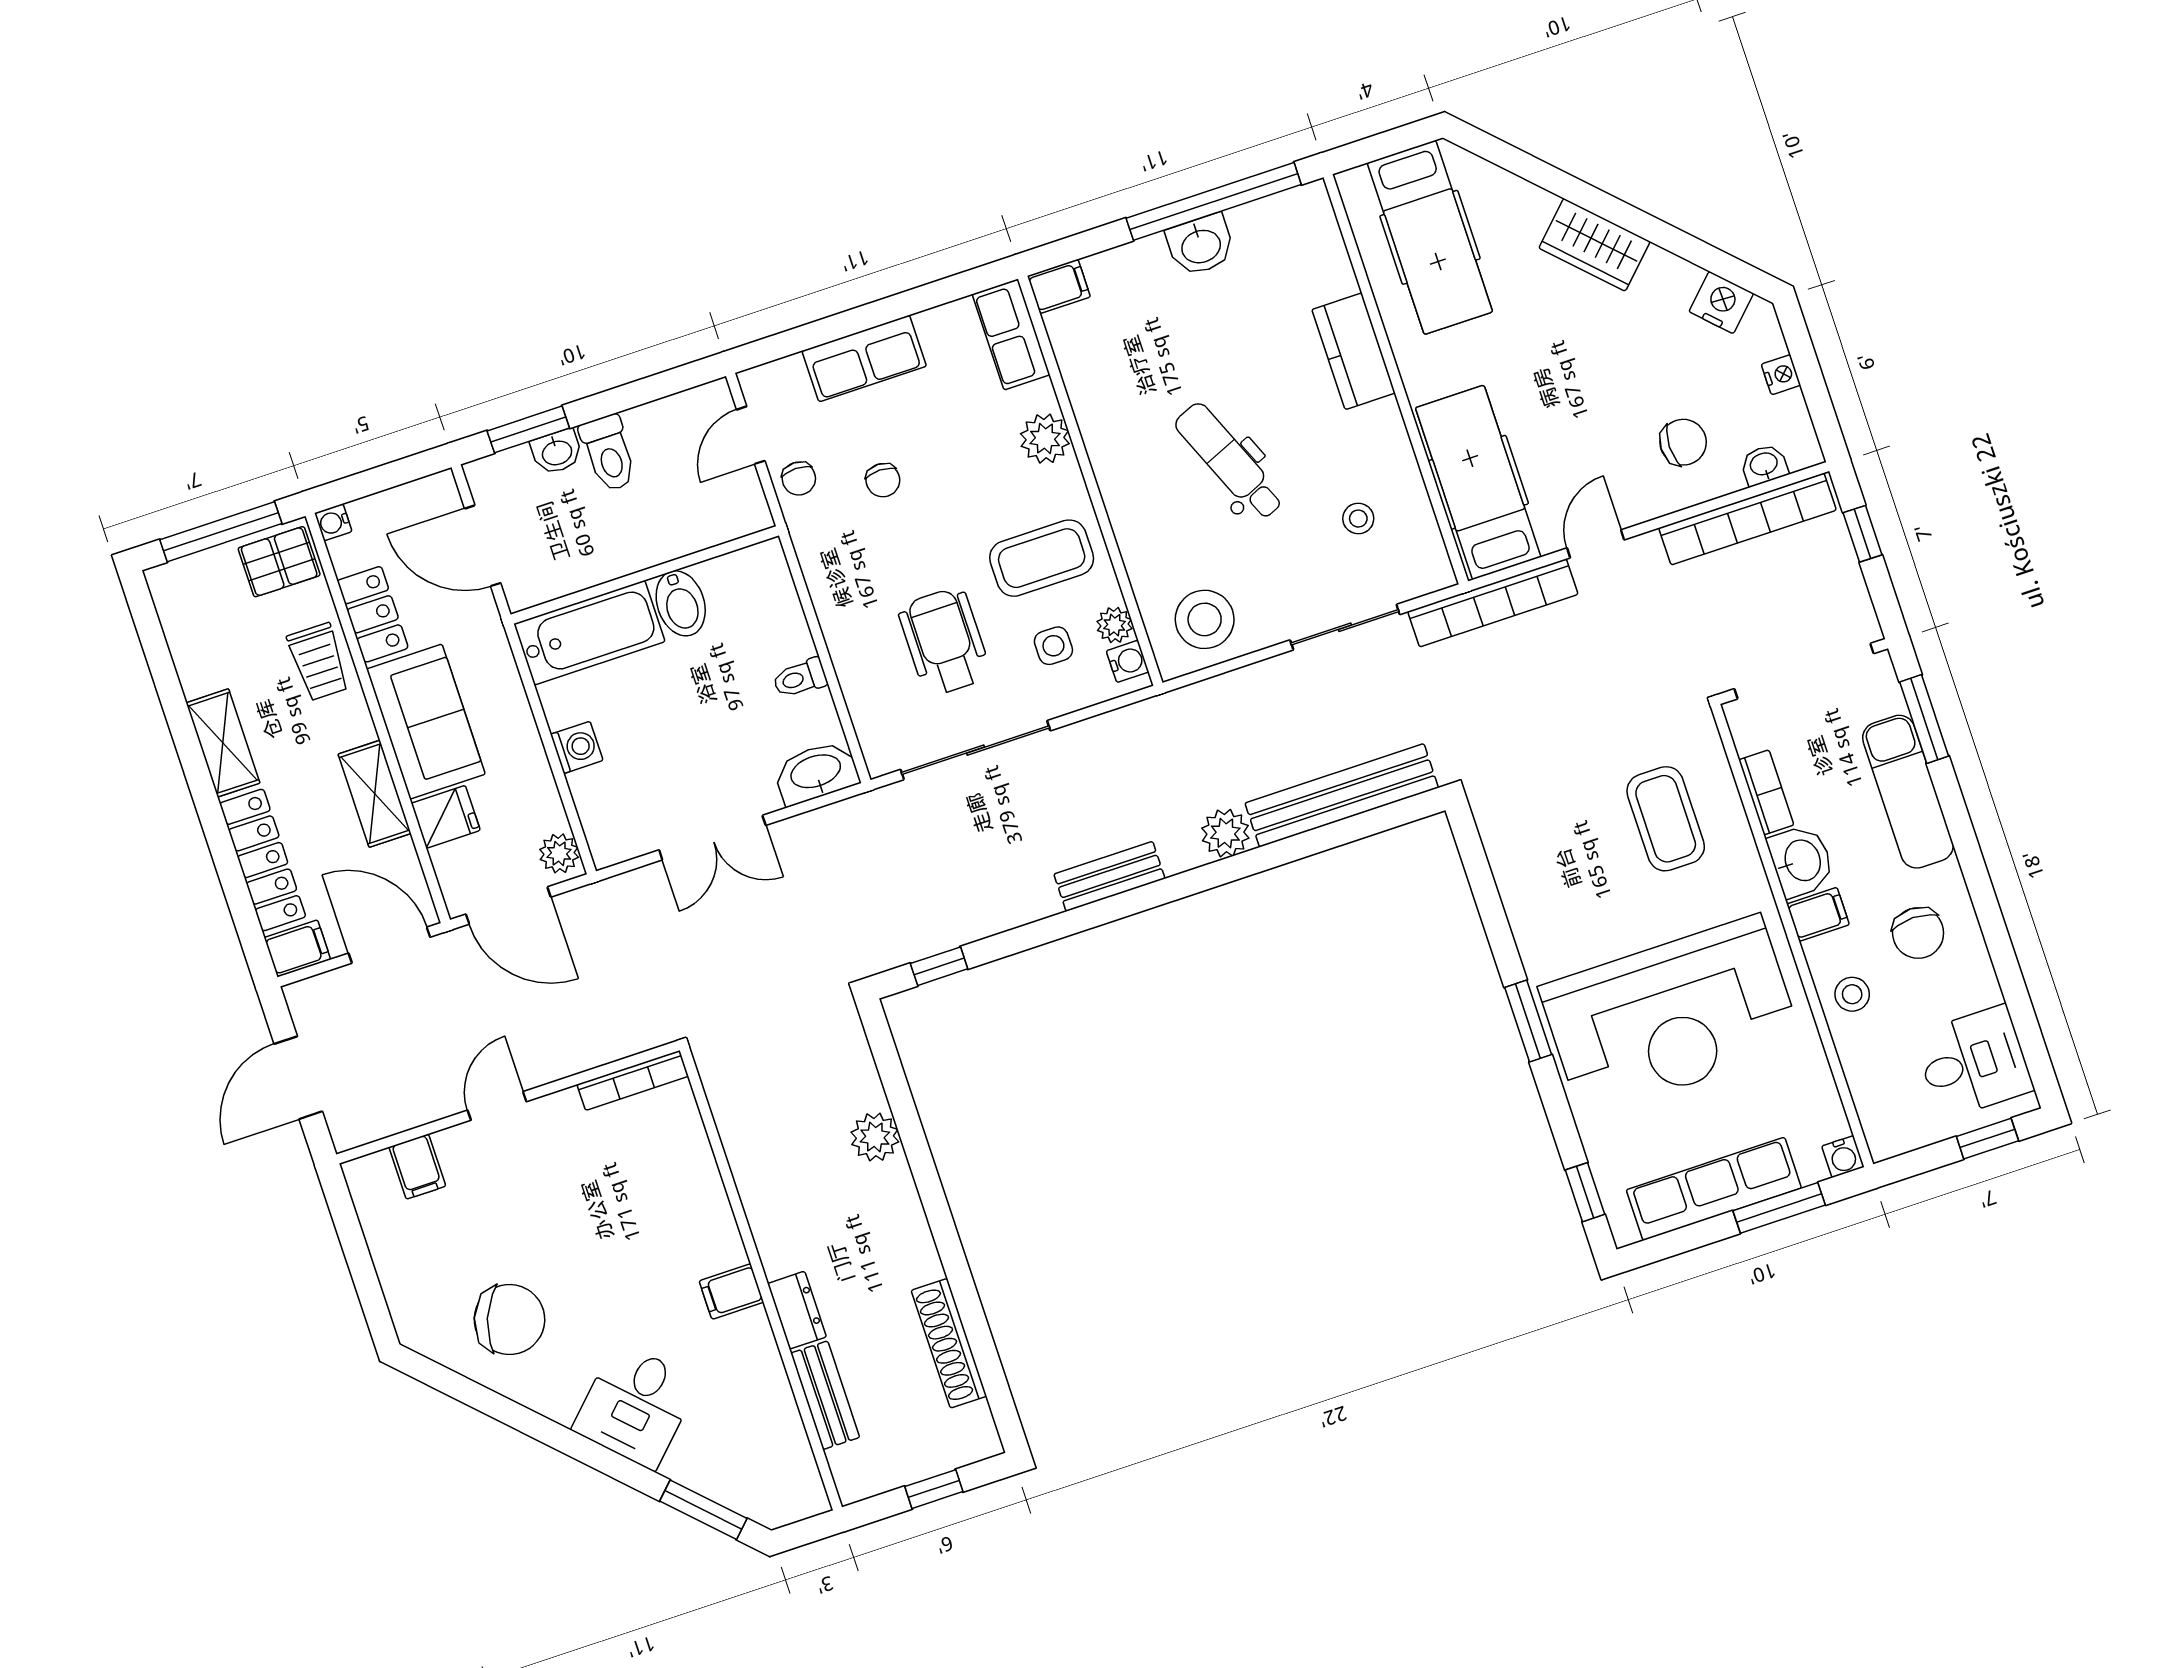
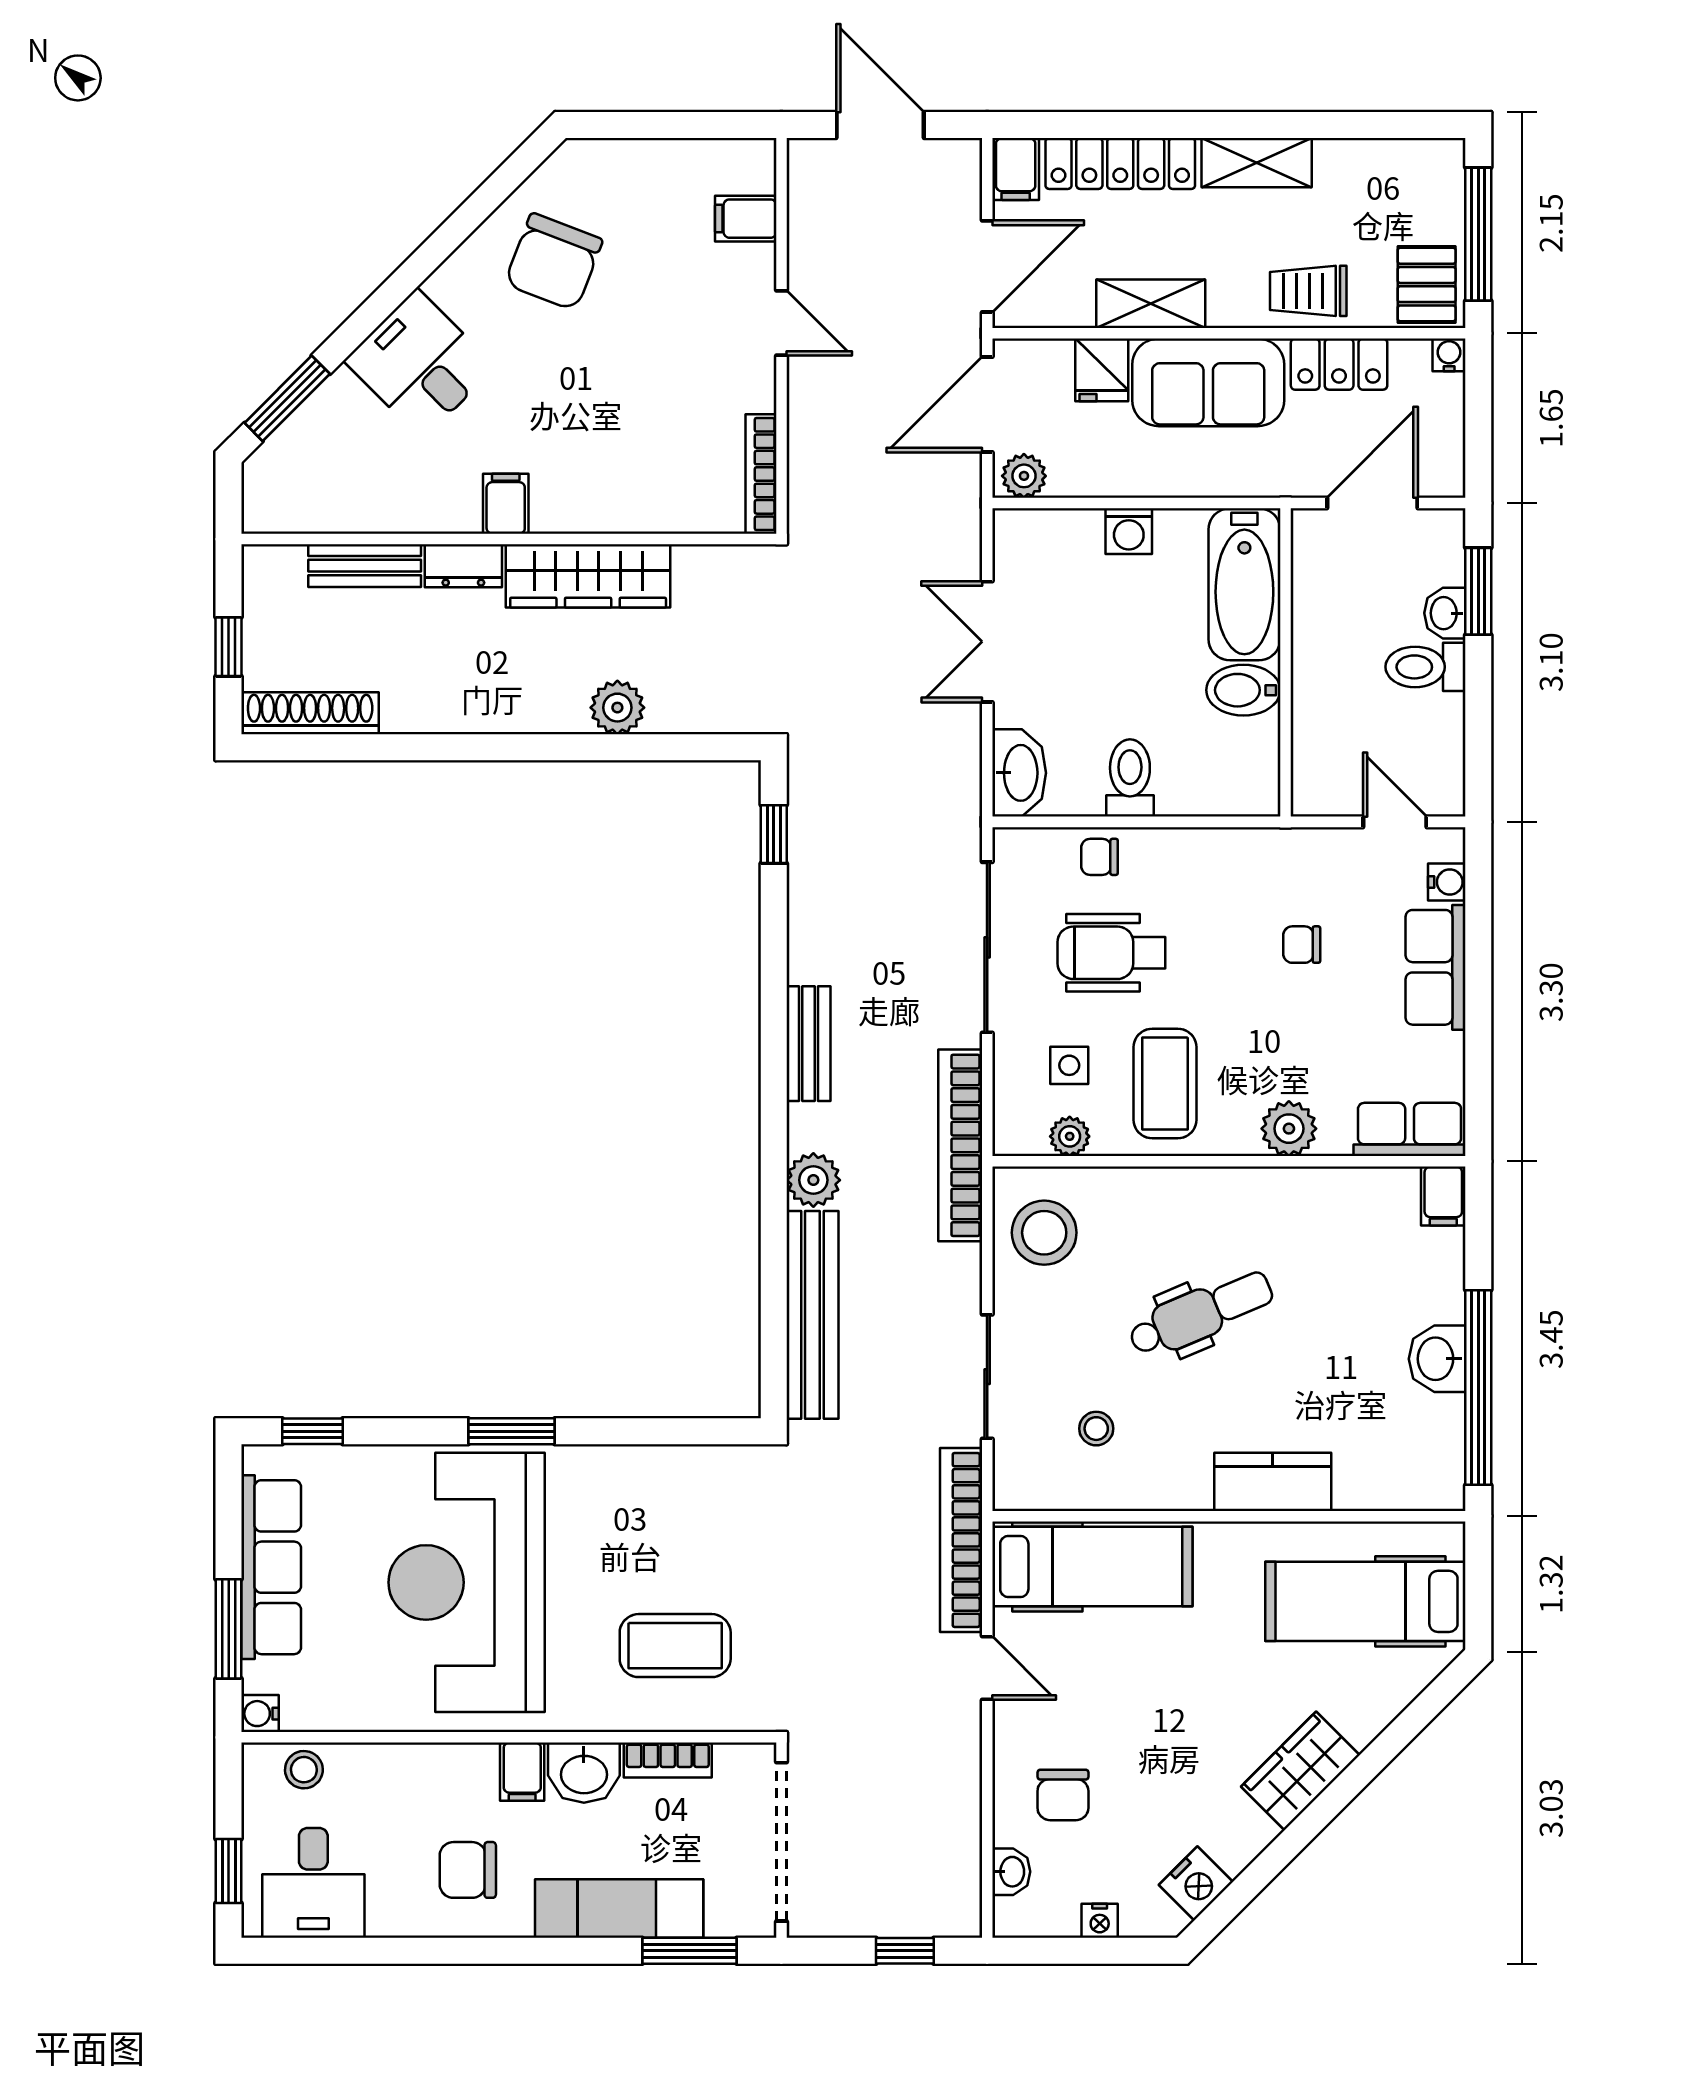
chair: (799, 479) -> (1100, 857), moved
bookcase: (1748, 519) -> (960, 1145), moved
wheelchair: (944, 642) -> (1112, 953), turned 180
water cooler: (1128, 661) -> (1447, 882), moved, turned -90
toilet: (800, 678) -> (1130, 778), width x1.37, depth x1.39
stool: (1852, 994) -> (304, 1770), moved
wardrobe: (770, 1200) -> (588, 576), added
shoe rack: (949, 1343) -> (310, 713), moved

